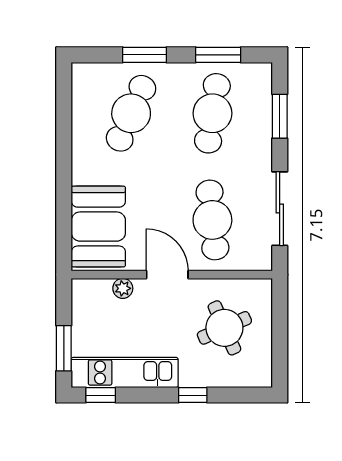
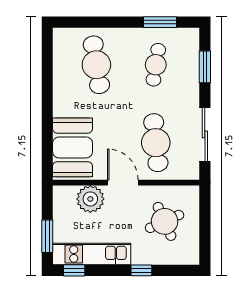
window: (145, 55) -> (106, 22), removed
cafe table: (131, 113) -> (96, 65), turned -33
cafe table: (212, 113) -> (156, 65), width x0.73, depth x0.74
plant: (123, 288) -> (90, 199), width x1.88, depth x1.88

